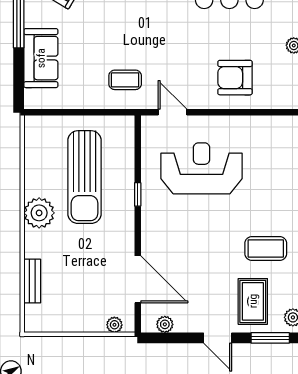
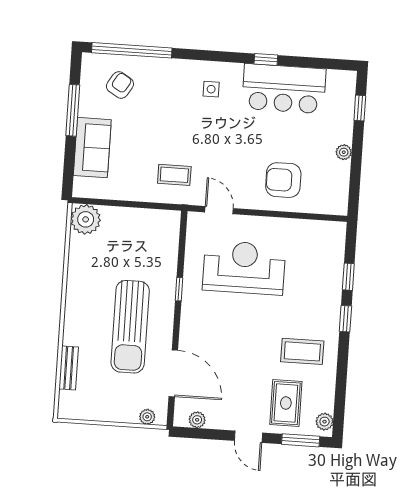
sun lounger: (85, 177) -> (130, 327), moved
plant: (39, 213) -> (86, 219), moved

